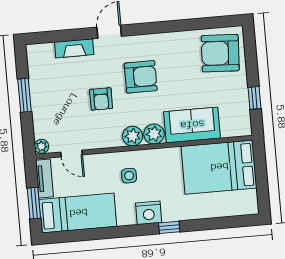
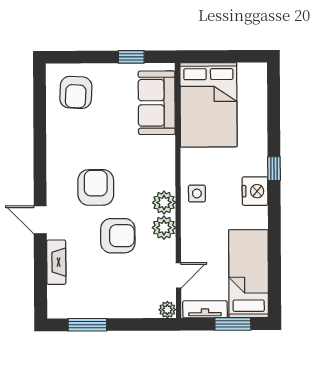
armchair: (220, 53) -> (76, 92), width x0.73, depth x0.73
window: (24, 95) -> (87, 325), moved
armchair: (101, 99) -> (118, 236), width x1.38, depth x1.38
sofa: (192, 125) -> (157, 103), moved
plant: (154, 134) -> (164, 228), moved
side table: (129, 176) -> (197, 193), moved

